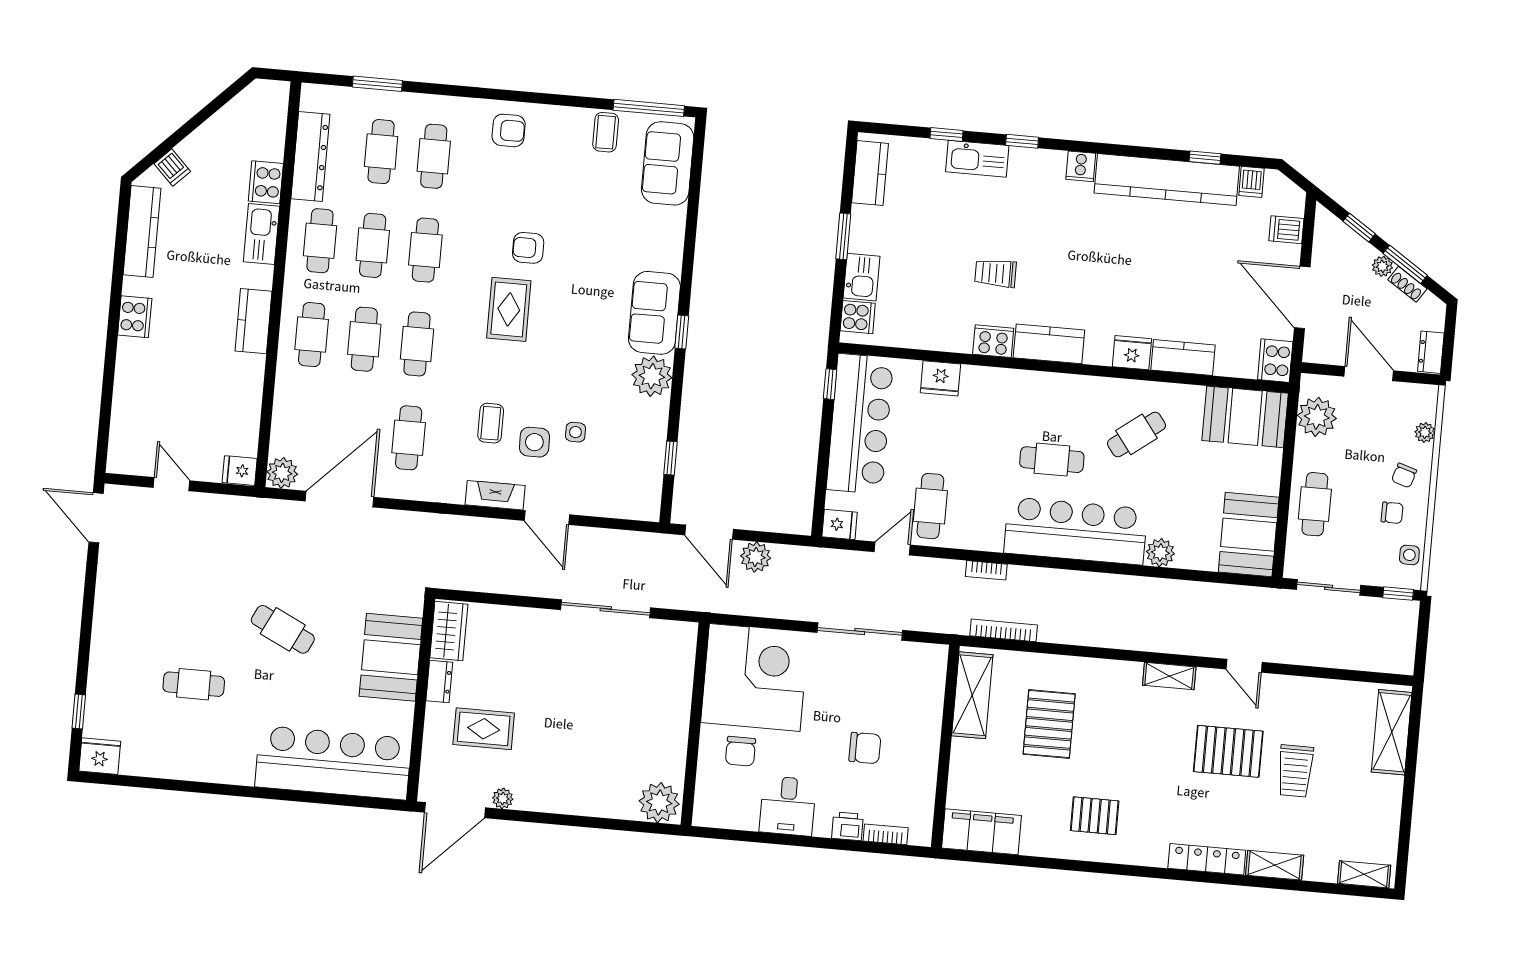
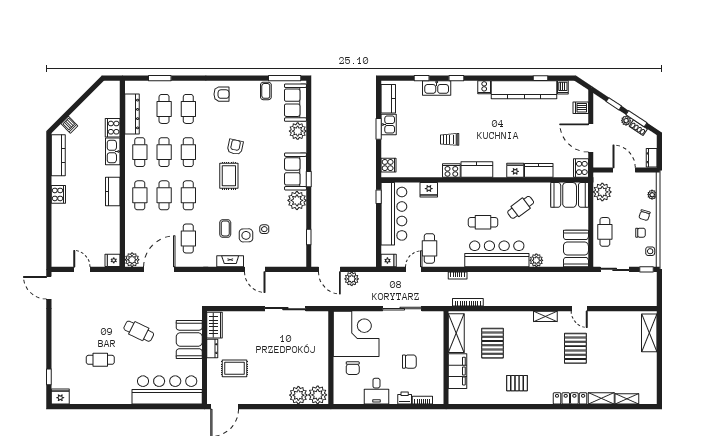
plant: (667, 226) -> (298, 131), added
armchair: (528, 248) -> (235, 147), turned 102
kitchen sink: (861, 277) -> (389, 125), moved
pallet: (1228, 751) -> (575, 348), turned 90
trolley: (1295, 771) -> (607, 355), removed
plant: (503, 798) -> (298, 395), moved, width x1.87, depth x1.87
filing cabinet: (982, 832) -> (458, 371), moved, turned 90
shelving: (1364, 874) -> (627, 399), moved

